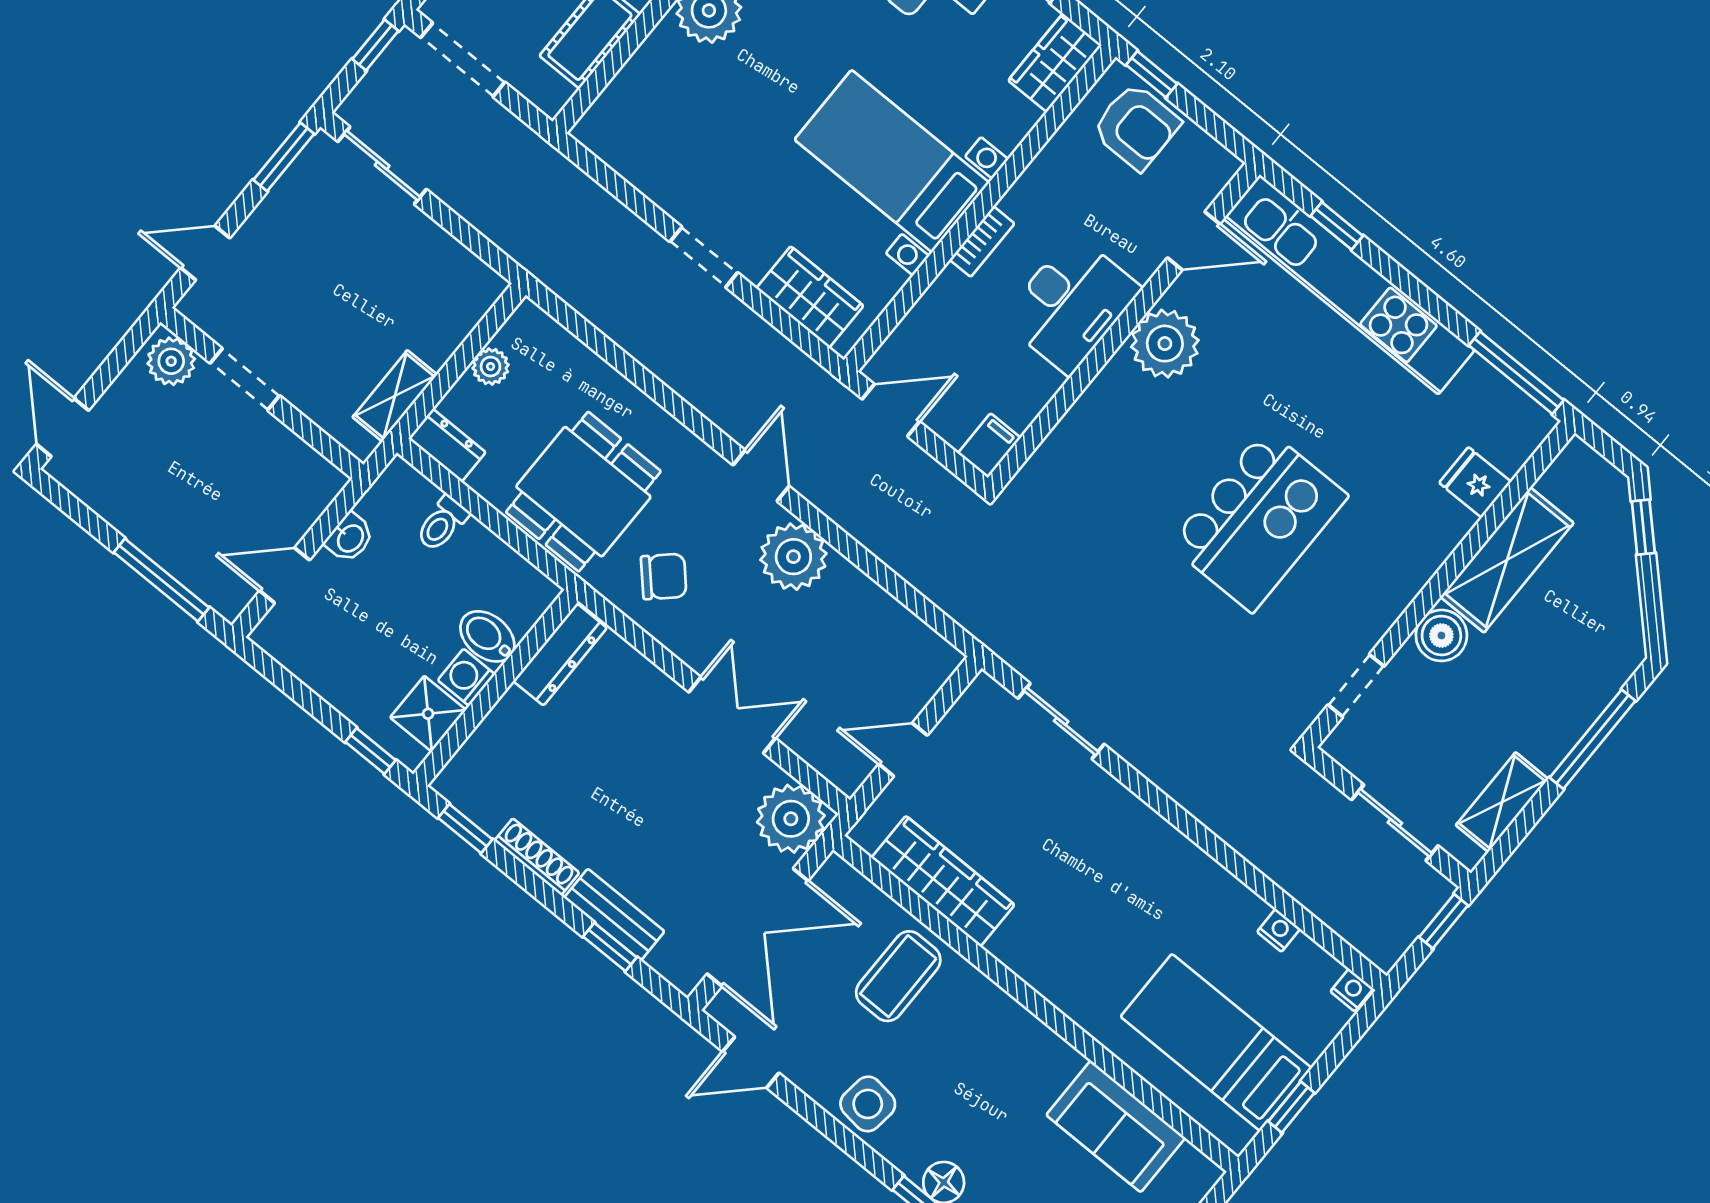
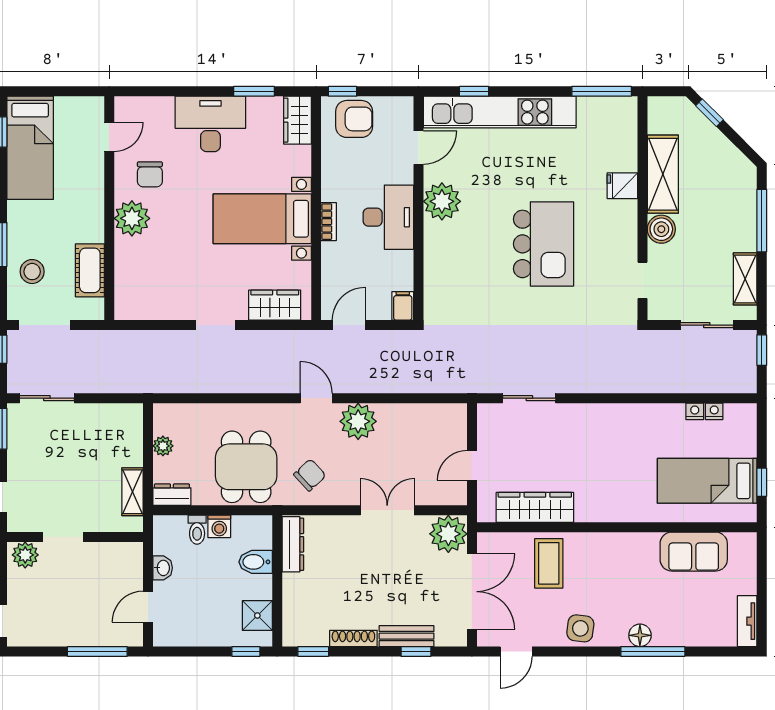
fridge: (1475, 482) -> (622, 186), moved
washing machine: (466, 677) -> (219, 526), moved, turned -90
nightstand: (1352, 990) -> (714, 411), moved

